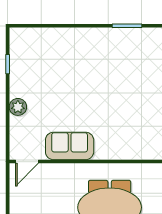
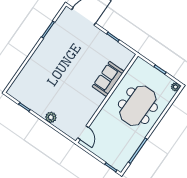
sofa: (70, 146) -> (108, 79), moved

